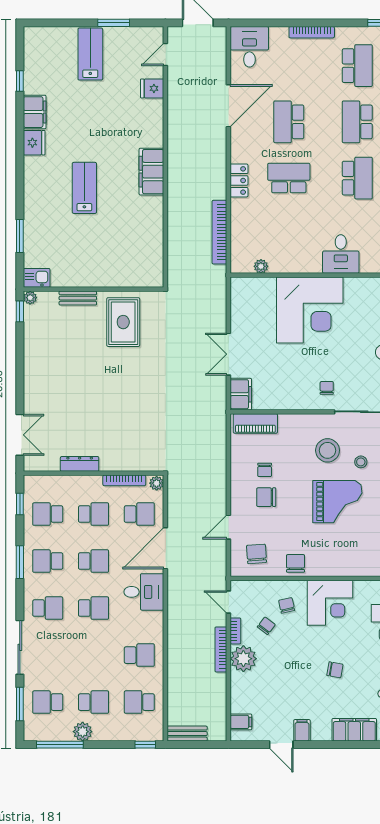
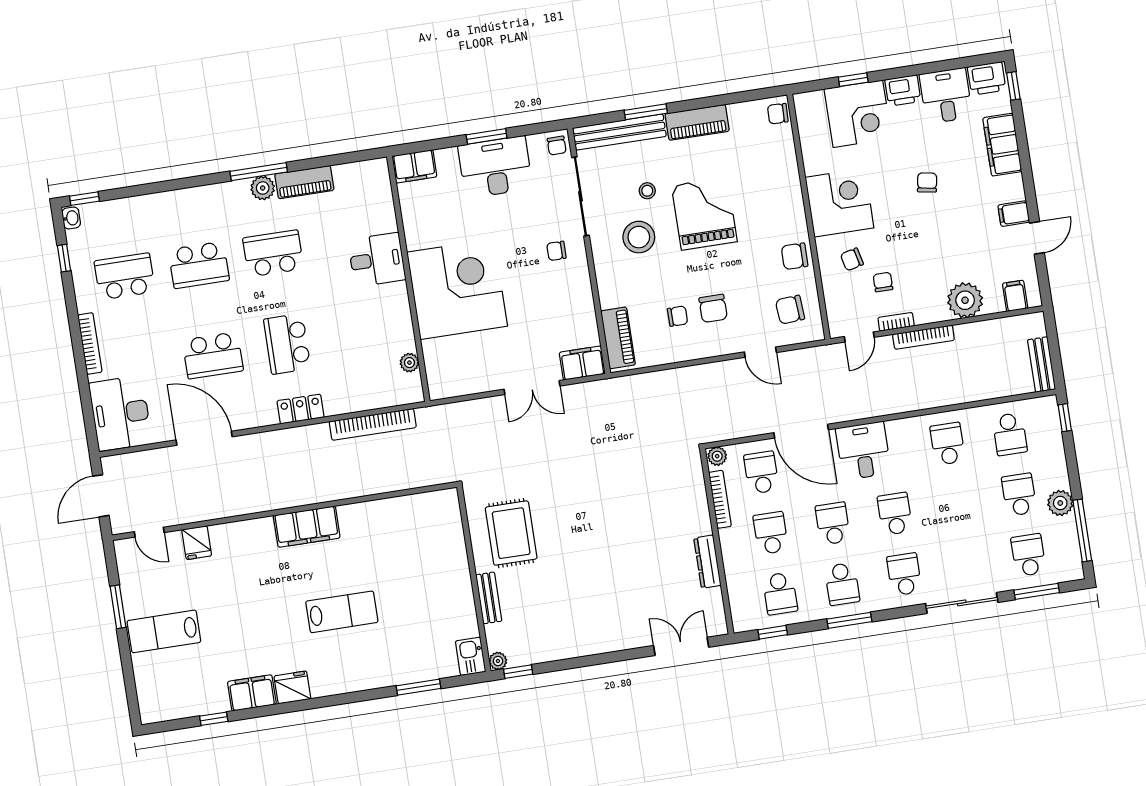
desk: (249, 47) -> (120, 413), width x1.37
lab bench: (84, 188) -> (342, 612), turned 180
rug: (123, 322) -> (511, 533), turned 90
chair: (266, 626) -> (883, 282), turned 53
plant: (243, 659) -> (965, 300), moved
school desk: (48, 702) -> (1028, 555), turned 180

